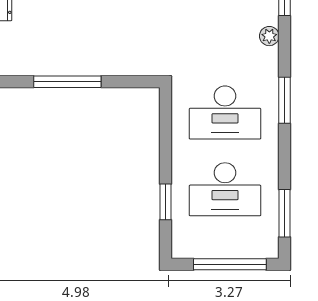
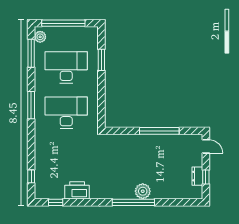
plant: (269, 36) -> (40, 37), moved
window: (285, 100) -> (31, 105), moved

